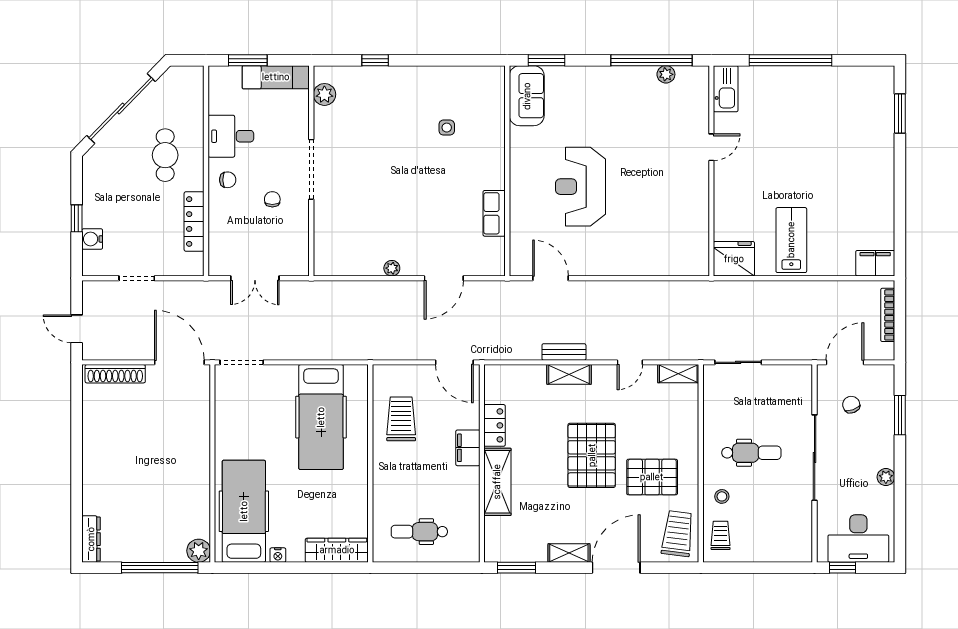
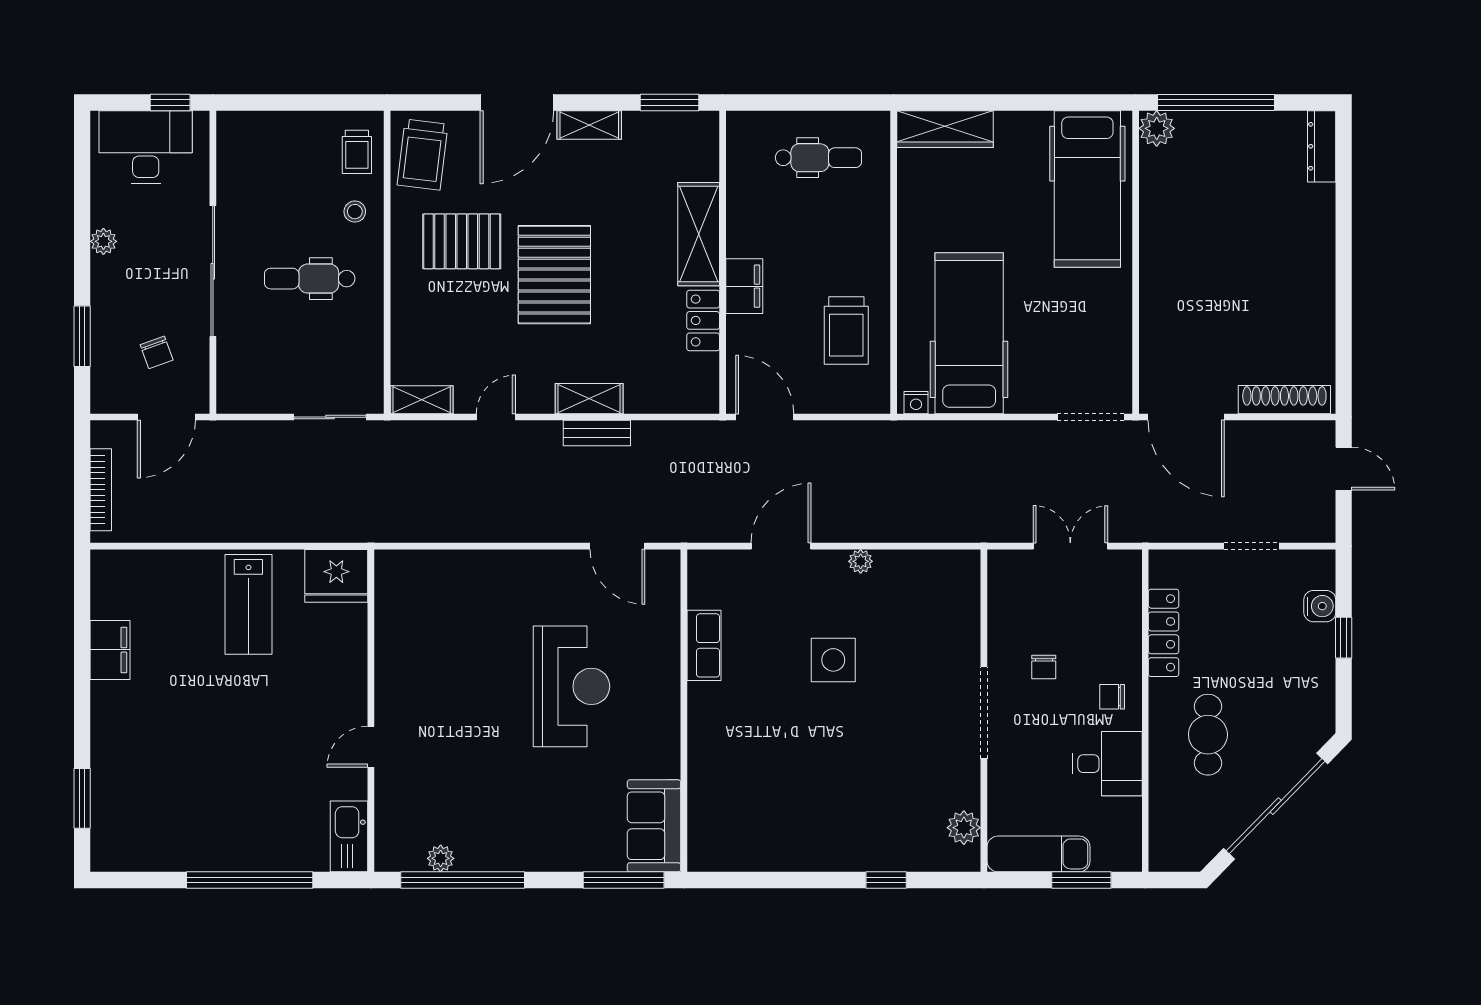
window: (546, 60) -> (624, 880), width x1.44
side table: (447, 128) -> (833, 660), moved, width x1.87, depth x1.87
filing cabinet: (875, 263) -> (110, 650), moved, turned -90
nightstand: (278, 555) -> (916, 403), moved, turned 180

